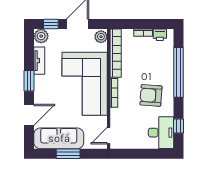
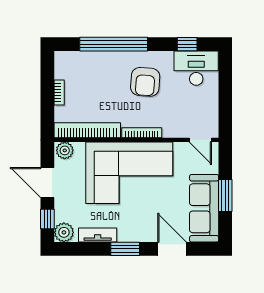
printer: (160, 35) -> (62, 70), removed

